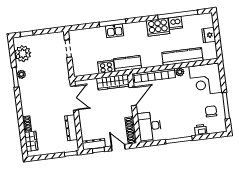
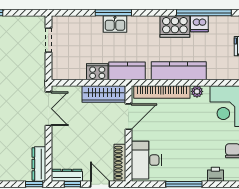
kitchen counter: (182, 56) -> (179, 71), moved
dresser: (71, 128) -> (39, 164), moved

